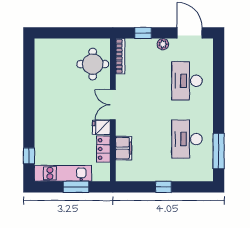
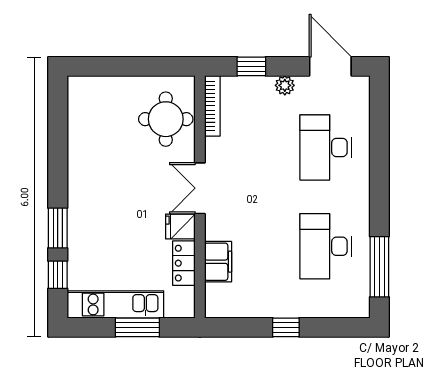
window: (29, 128) -> (58, 228), added

